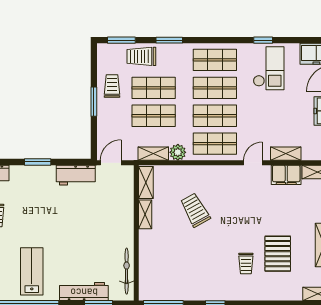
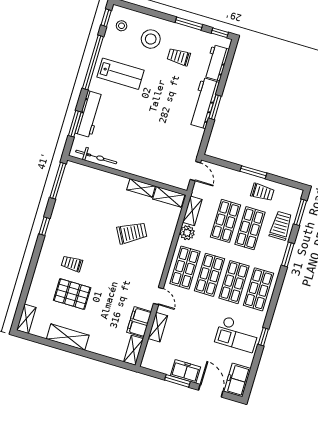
workbench: (76, 175) -> (204, 103), moved, width x1.38

